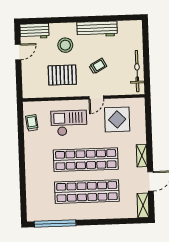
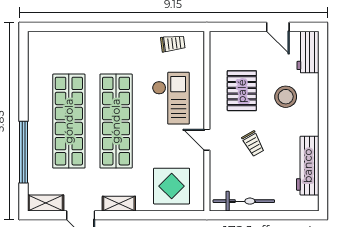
workbench: (97, 29) -> (308, 166), moved
display table: (117, 119) -> (172, 186), moved
window: (55, 223) -> (24, 152), moved

